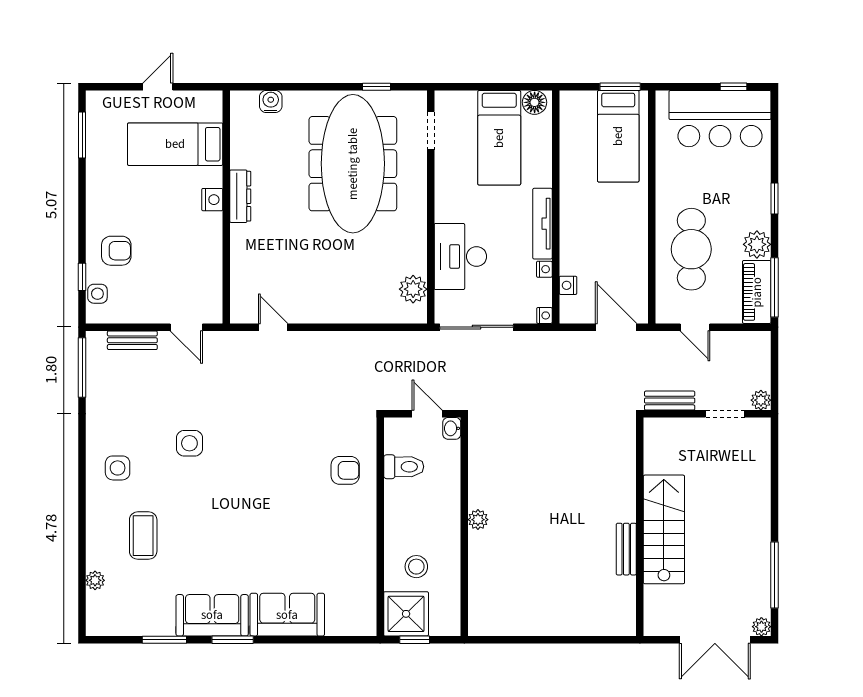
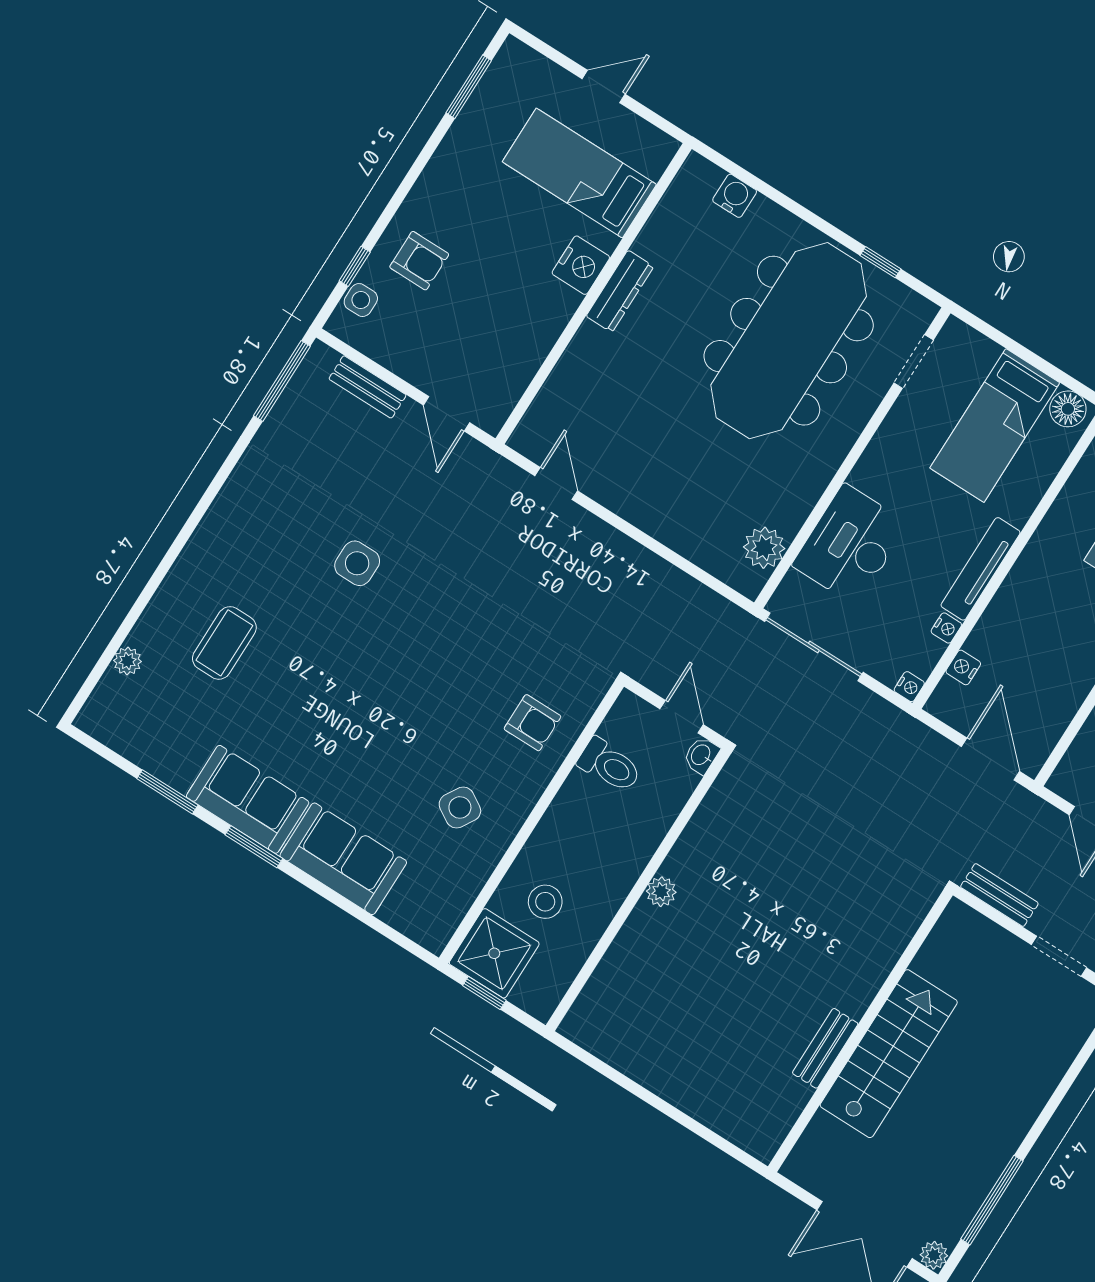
nightstand: (212, 200) -> (581, 265), width x1.36, depth x1.33
side table: (118, 468) -> (460, 807), moved, turned 31

